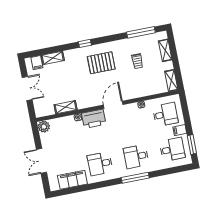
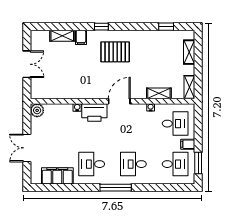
window: (141, 32) -> (166, 27), width x0.46
trolley: (137, 61) -> (156, 58), removed
filing cabinet: (37, 63) -> (81, 37), moved
shelving: (66, 107) -> (159, 93), moved
window: (135, 178) -> (116, 188), moved

